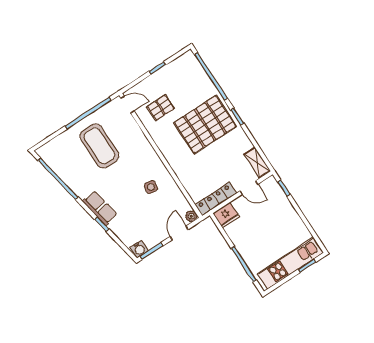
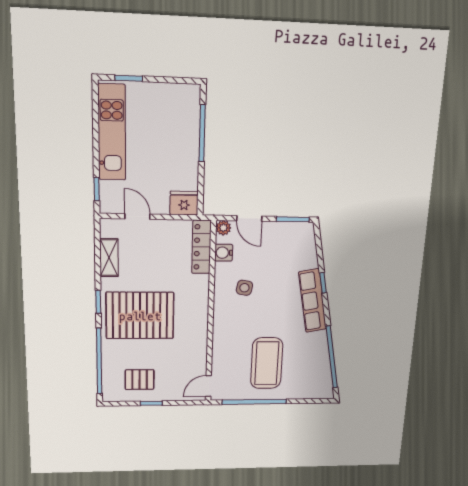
door: (127, 105) -> (208, 386), hinge flipped
pallet: (161, 108) -> (140, 380), moved
shelving: (257, 163) -> (109, 258), moved
locker: (216, 199) -> (201, 247), moved, turned 90
row of seats: (100, 208) -> (313, 301), width x1.48
door: (179, 233) -> (249, 218), hinge flipped
water cooler: (139, 249) -> (224, 253), moved, turned -90
kitchen unit: (291, 263) -> (112, 132), moved, turned -90

